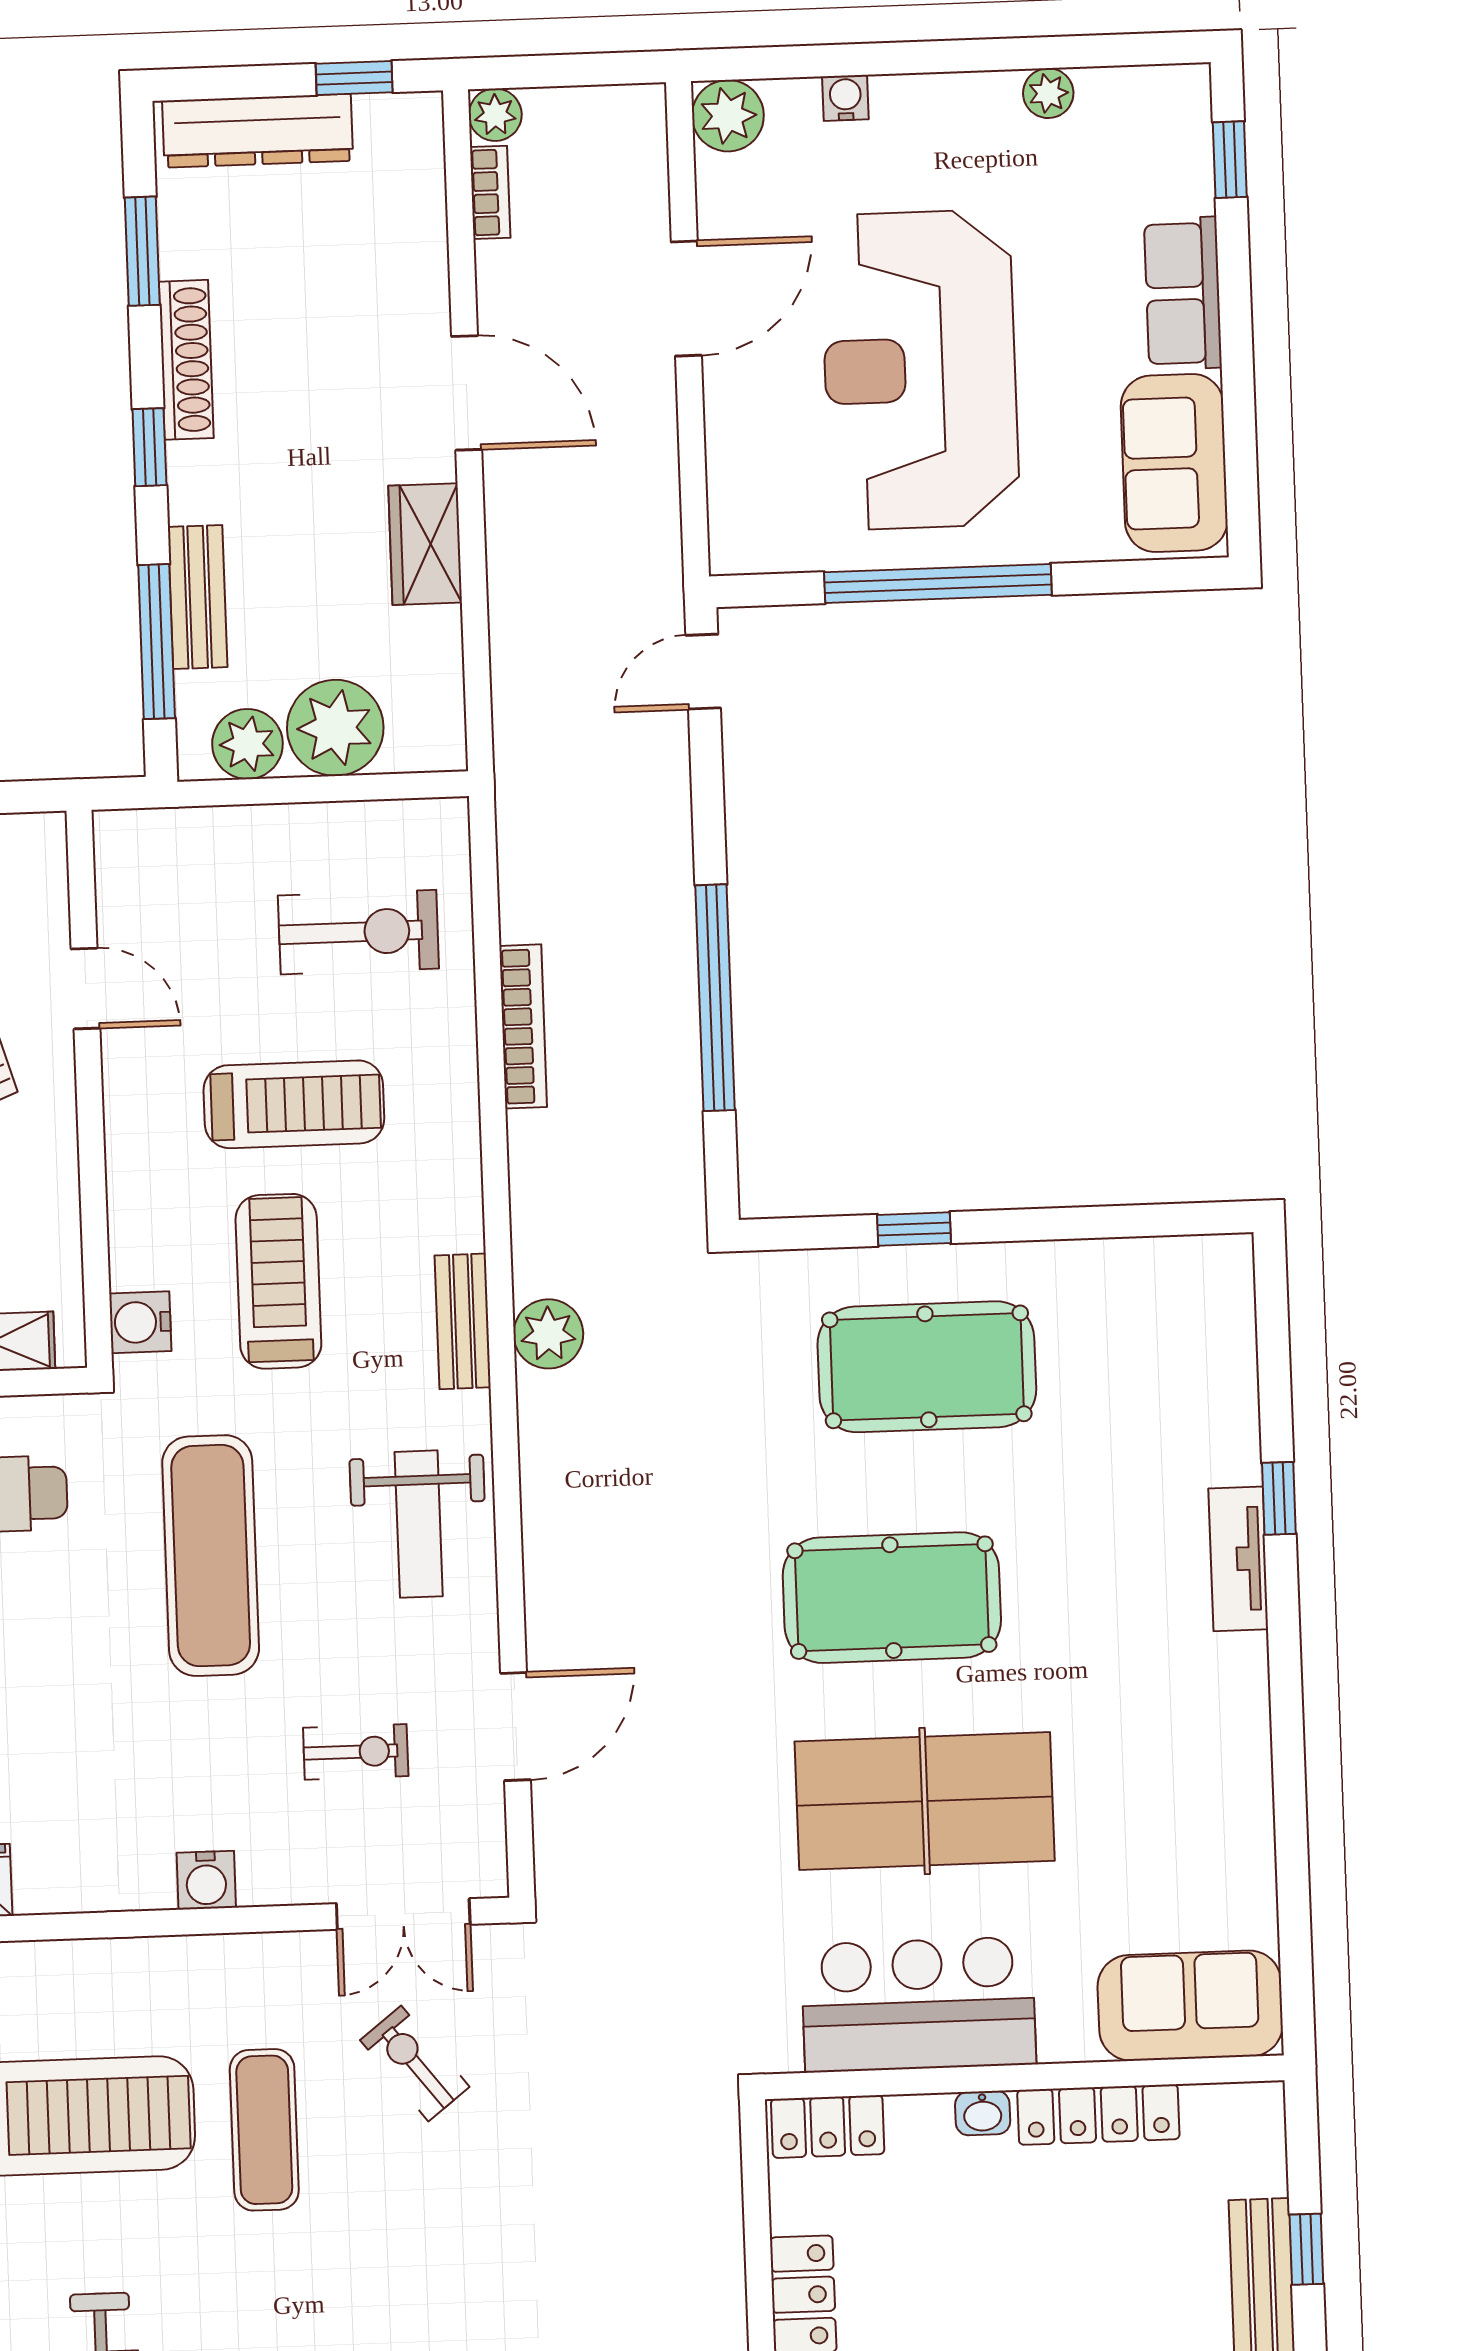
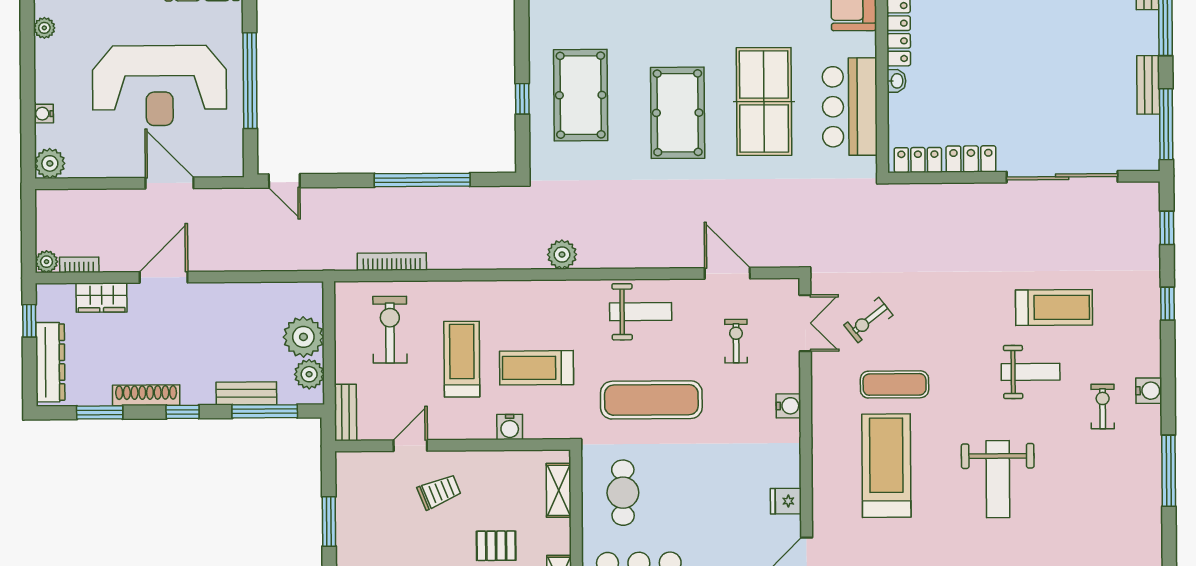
door: (686, 299) -> (169, 183), moved
wardrobe: (425, 544) -> (102, 298), moved
bookcase: (523, 1026) -> (392, 262), moved
bench: (463, 1321) -> (346, 412), moved, turned 90
water cooler: (140, 1322) -> (510, 427), moved
locker: (828, 2127) -> (918, 160), moved, turned -90

